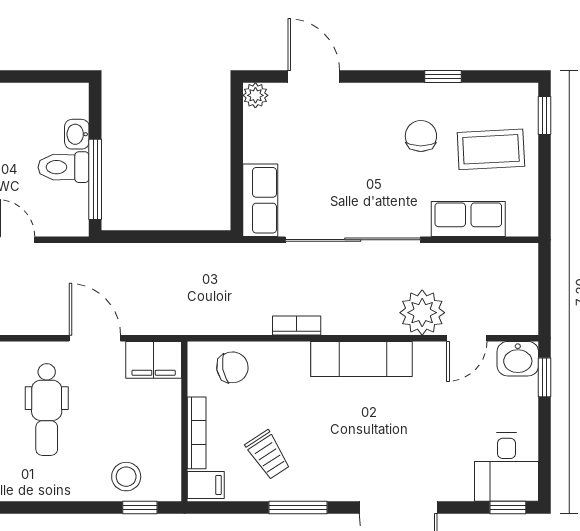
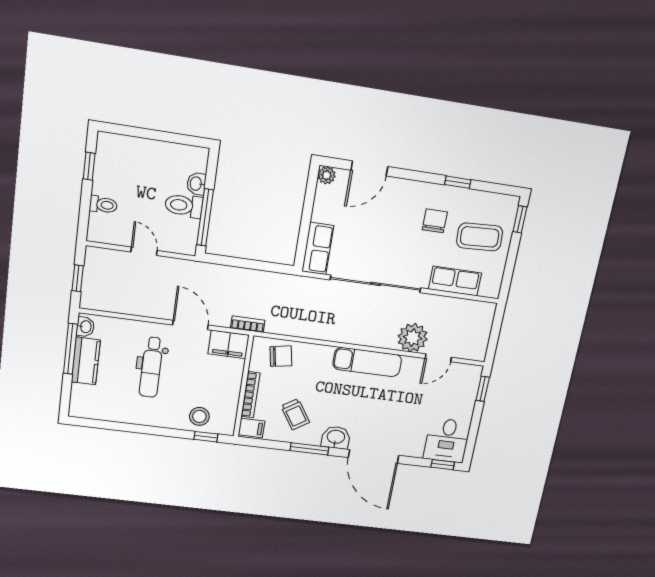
door: (314, 77) -> (369, 168), swing flipped
bookcase: (297, 326) -> (248, 324), moved
washbasin: (518, 359) -> (336, 437), moved, turned 180

